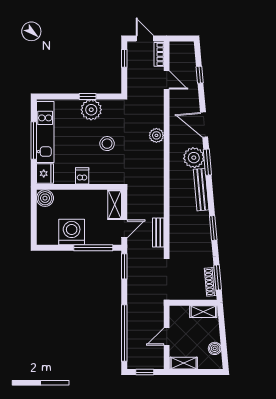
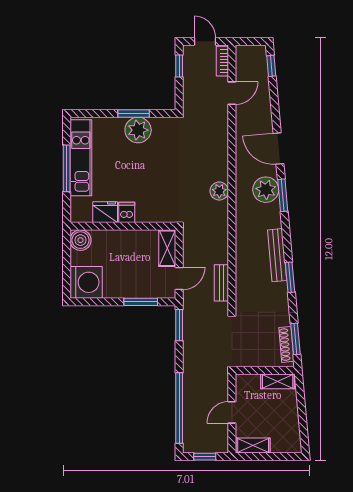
window: (200, 75) -> (271, 66), moved
door: (167, 80) -> (232, 93), hinge flipped
window: (88, 96) -> (134, 114), width x1.50
plant: (156, 135) -> (219, 191), moved
stool: (107, 144) -> (158, 172), removed
fridge: (45, 174) -> (105, 212), moved, turned -90
bench: (201, 190) -> (277, 255), moved
washing machine: (72, 232) -> (86, 282), moved, turned 90
window: (93, 248) -> (141, 302), width x0.69
boiler: (215, 348) -> (292, 427), removed

